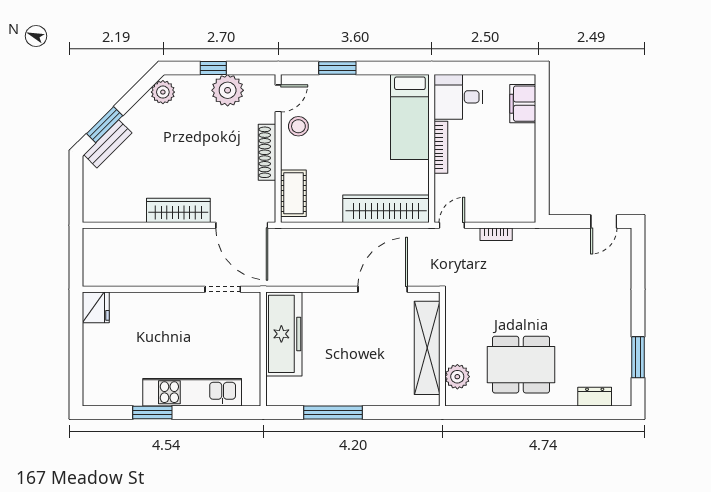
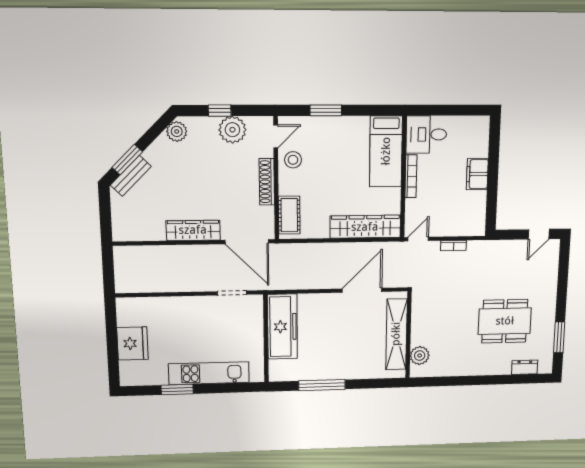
filing cabinet: (523, 104) -> (477, 174), moved
fridge: (96, 307) -> (132, 343), moved, width x1.36, depth x1.34
dining table: (521, 365) -> (505, 321), moved

